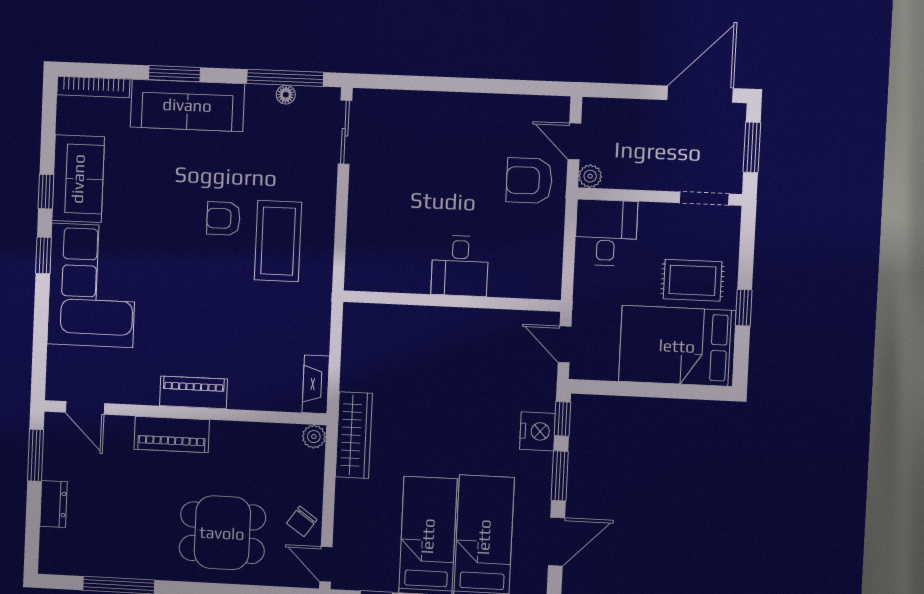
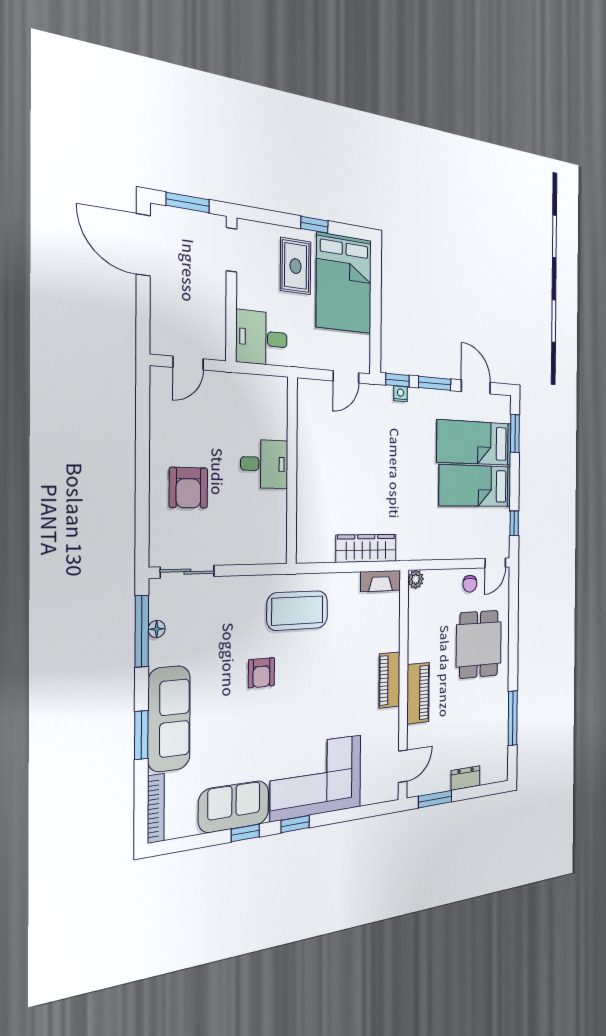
plant: (590, 176) -> (217, 350), removed
armchair: (529, 181) -> (188, 488), moved
coffee table: (278, 241) -> (297, 610), moved
desk: (460, 266) -> (264, 464), moved
wall: (452, 301) -> (292, 471), moved
nightstand: (538, 431) -> (401, 394), width x0.53, depth x0.56
wardrobe: (354, 435) -> (366, 548), moved
chair: (302, 521) -> (470, 584), turned 55

